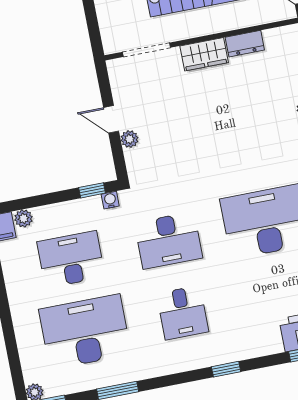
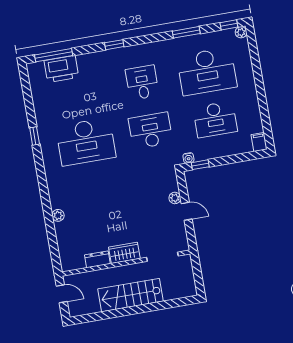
plant: (23, 218) -> (246, 147), removed

